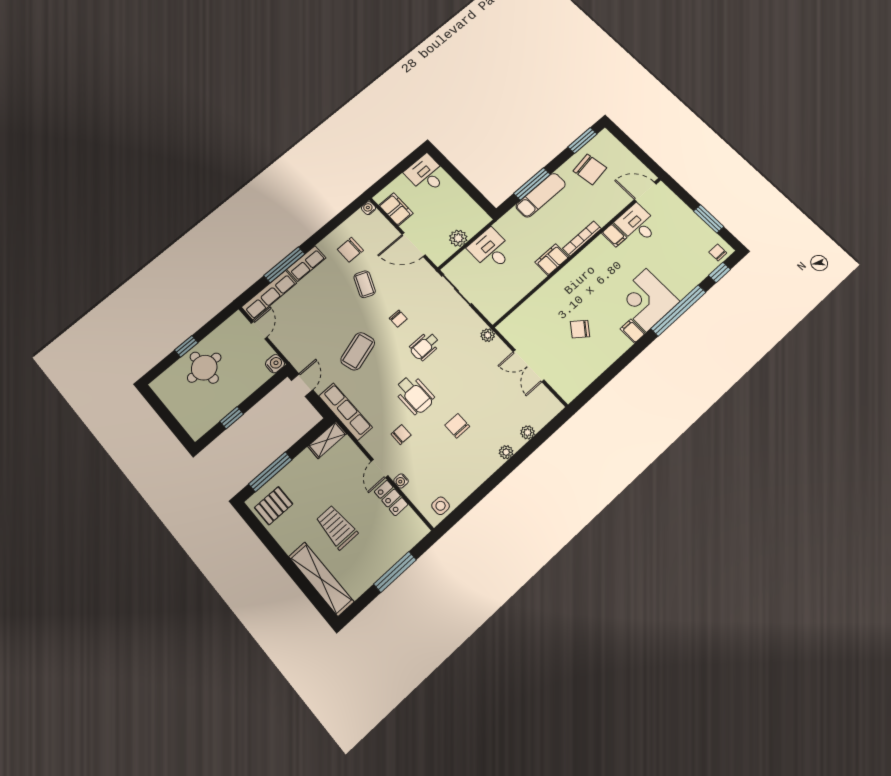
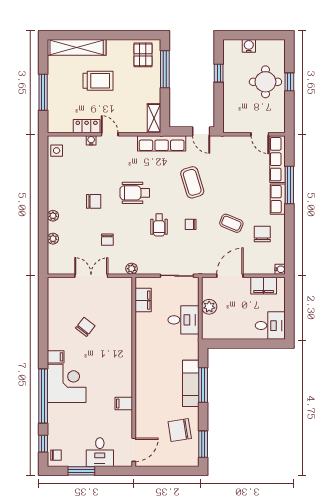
desk: (637, 224) -> (100, 452), moved, turned 90
bookcase: (582, 238) -> (140, 382), removed
filing cabinet: (552, 260) -> (143, 300), moved
wheelchair: (425, 346) -> (159, 225), turned 180
water cooler: (275, 364) -> (249, 46), moved, turned 180
chair: (401, 435) -> (107, 240), moved

